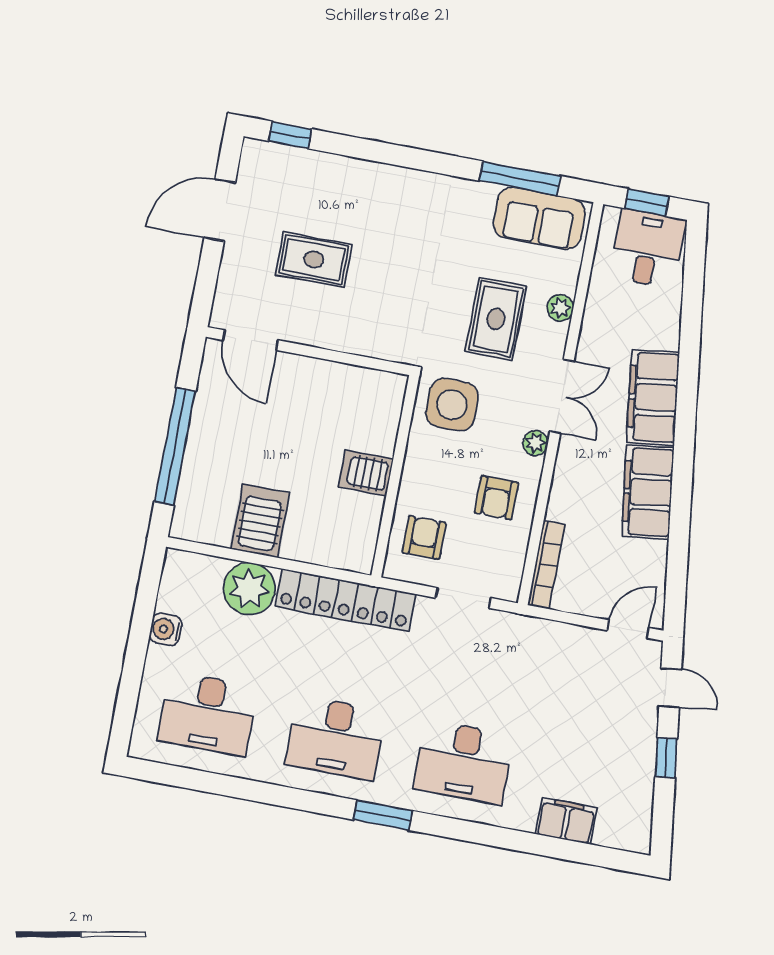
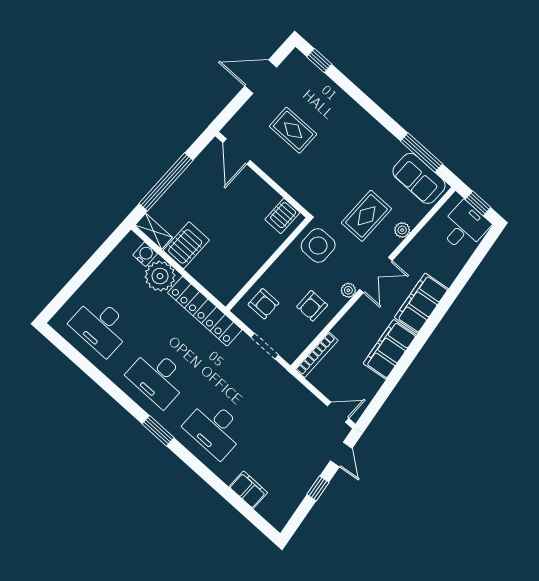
server rack: (366, 473) -> (282, 216), moved, turned -90
shelving: (201, 529) -> (154, 231), added
armchair: (424, 538) -> (263, 304), turned 90
water cooler: (166, 629) -> (145, 254), moved, turned 90

